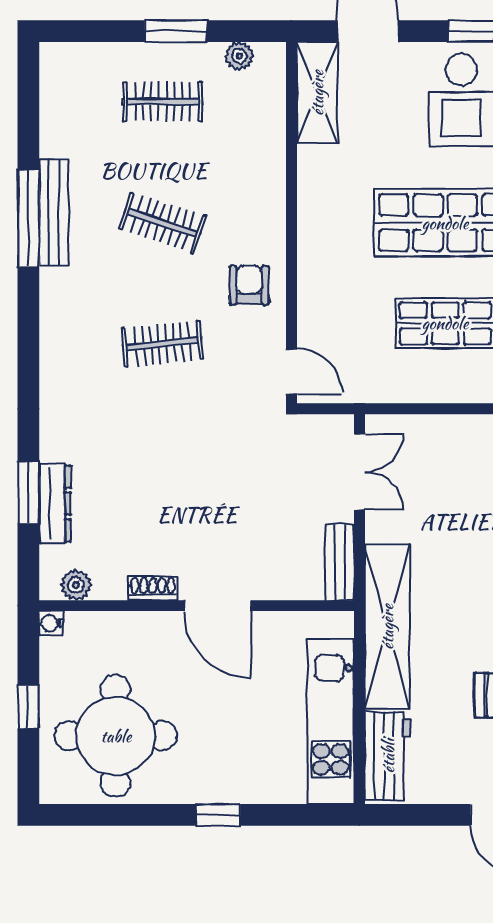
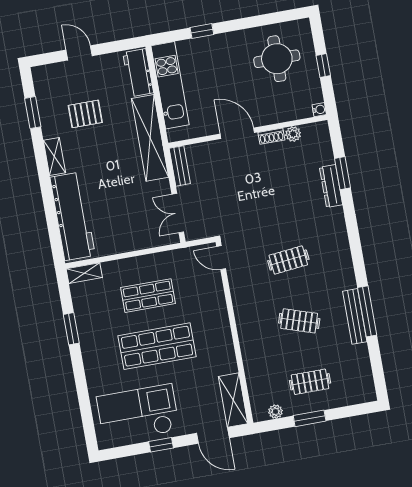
armchair: (249, 285) -> (250, 297), removed
dresser: (55, 504) -> (331, 186), moved
plant: (76, 585) -> (293, 134), moved
round table: (116, 736) -> (277, 59), width x0.73, depth x0.73
window: (218, 815) -> (202, 31), moved

